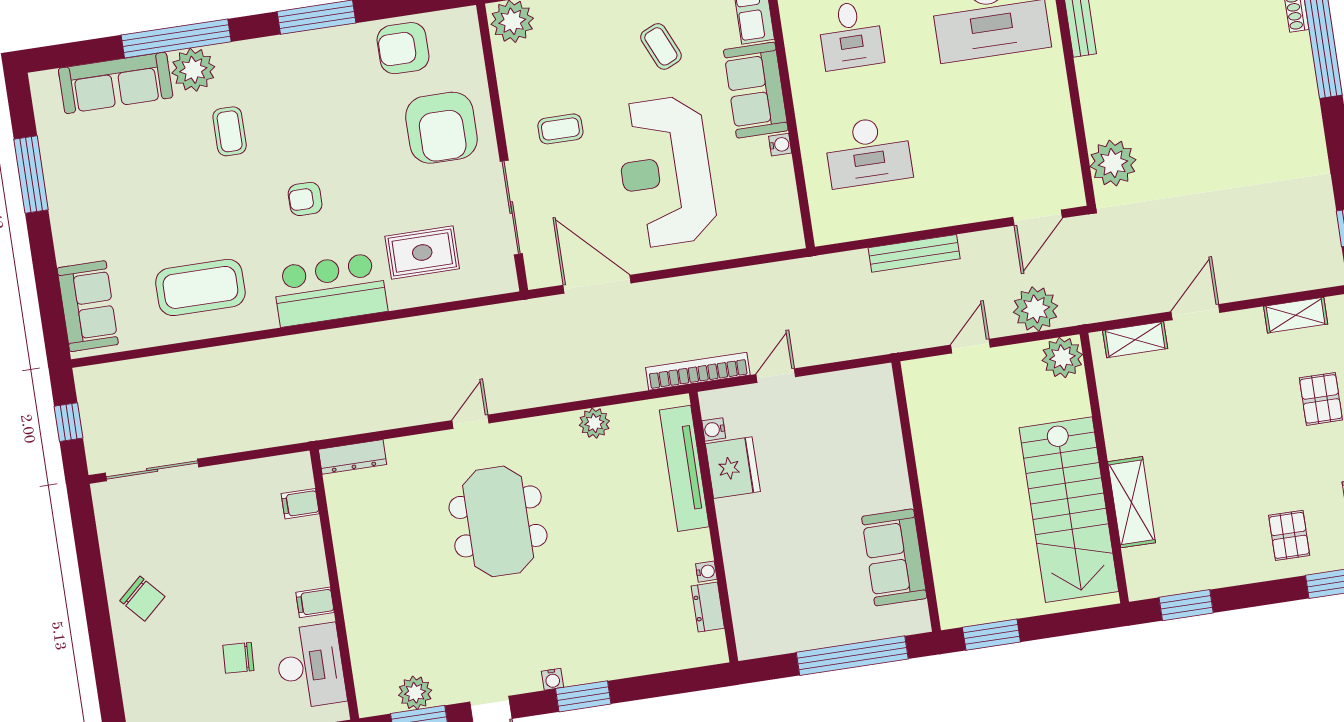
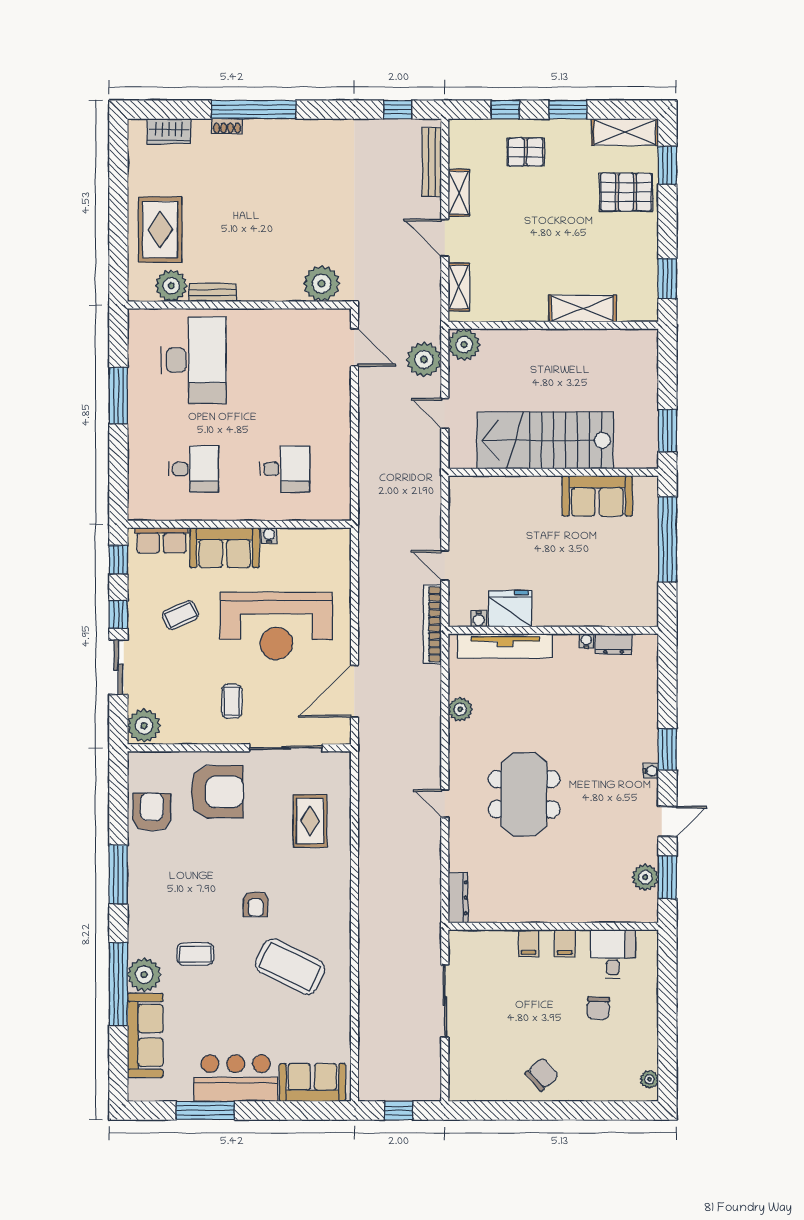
armchair: (403, 48) -> (152, 812), turned 180
desk: (868, 152) -> (285, 469), width x0.73
bench: (914, 253) -> (432, 162), moved
coffee table: (200, 287) -> (290, 967), moved, turned -64
bar counter: (330, 290) -> (236, 1078), moved, turned 90
shelving: (1296, 315) -> (459, 193), moved
sliding door: (152, 470) -> (445, 1001), moved
filing cabinet: (300, 504) -> (528, 943), moved
stairs: (1069, 510) -> (545, 440), moved, turned 180
meeting table: (498, 521) -> (524, 794), turned 90
pallet: (1289, 535) -> (626, 192), width x1.50, depth x1.42
desk: (310, 666) -> (613, 954), width x0.73

